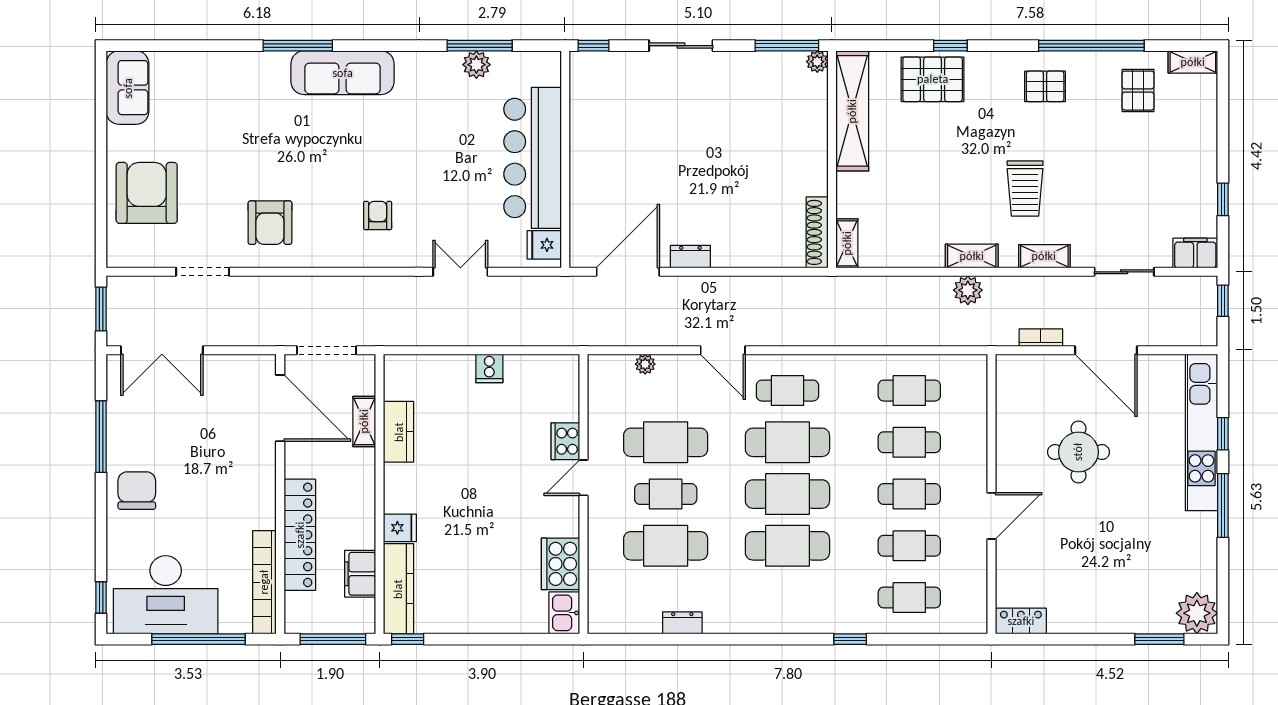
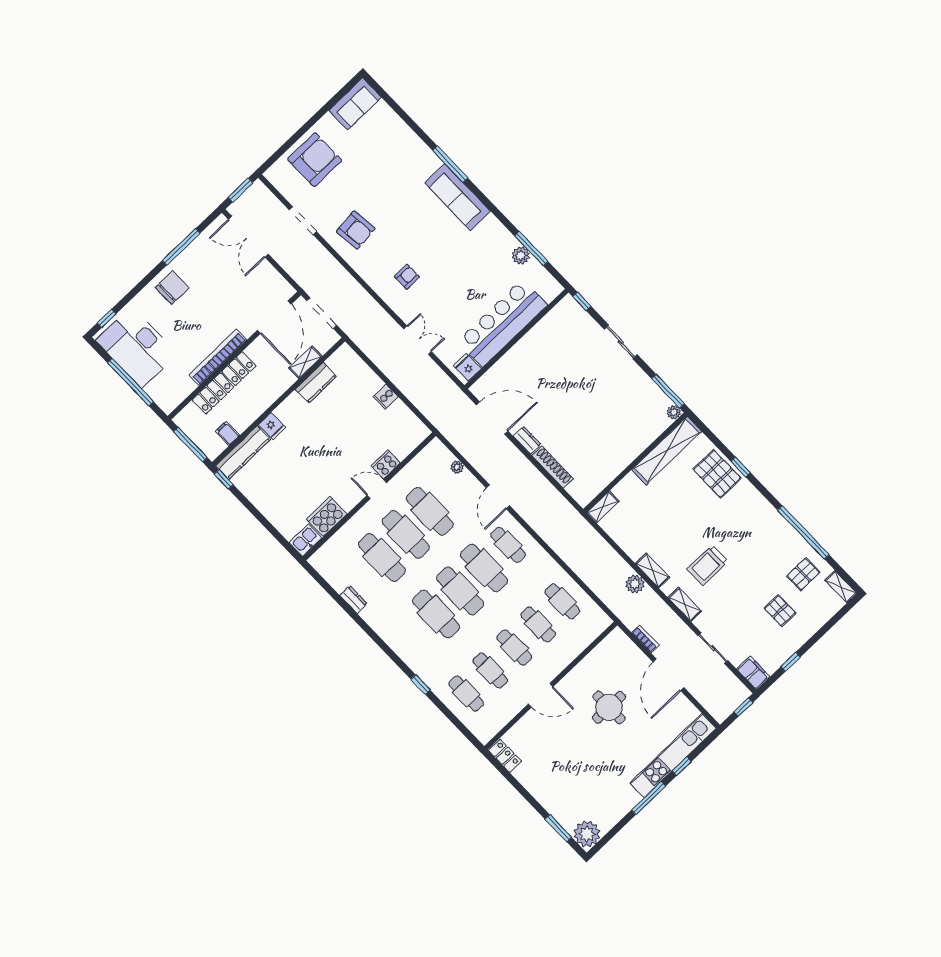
pallet: (1045, 86) -> (780, 611), moved
armchair: (270, 223) -> (356, 230), turned -96
shoe rack: (817, 232) -> (552, 467), moved, turned 90
cafe table: (666, 494) -> (406, 534), width x1.37, depth x1.35
filing cabinet: (360, 574) -> (227, 433), width x0.50
bookcase: (264, 582) -> (218, 357), moved

